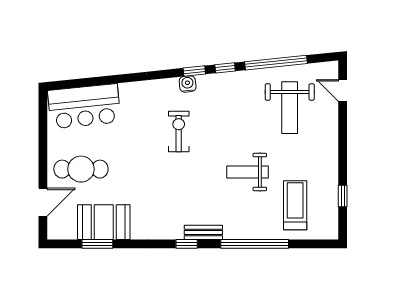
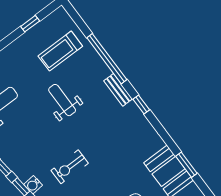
weight bench: (247, 172) -> (62, 100), turned 180
bench: (203, 232) -> (118, 90), moved

